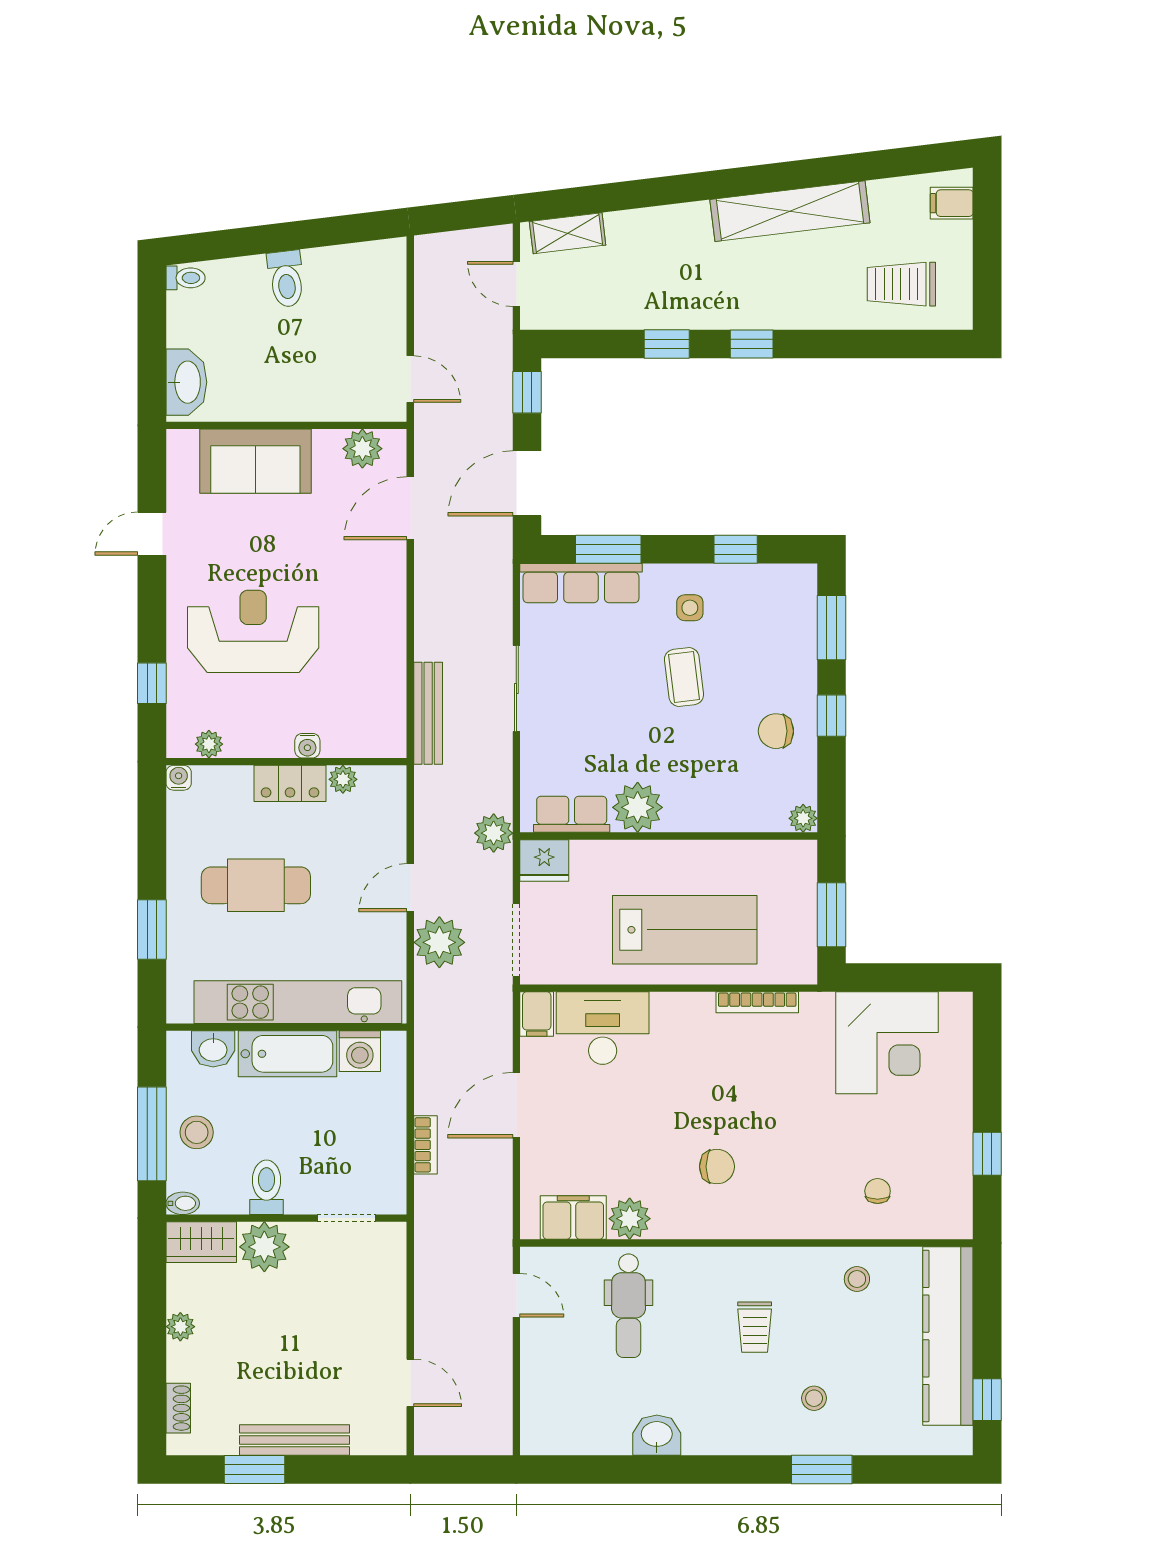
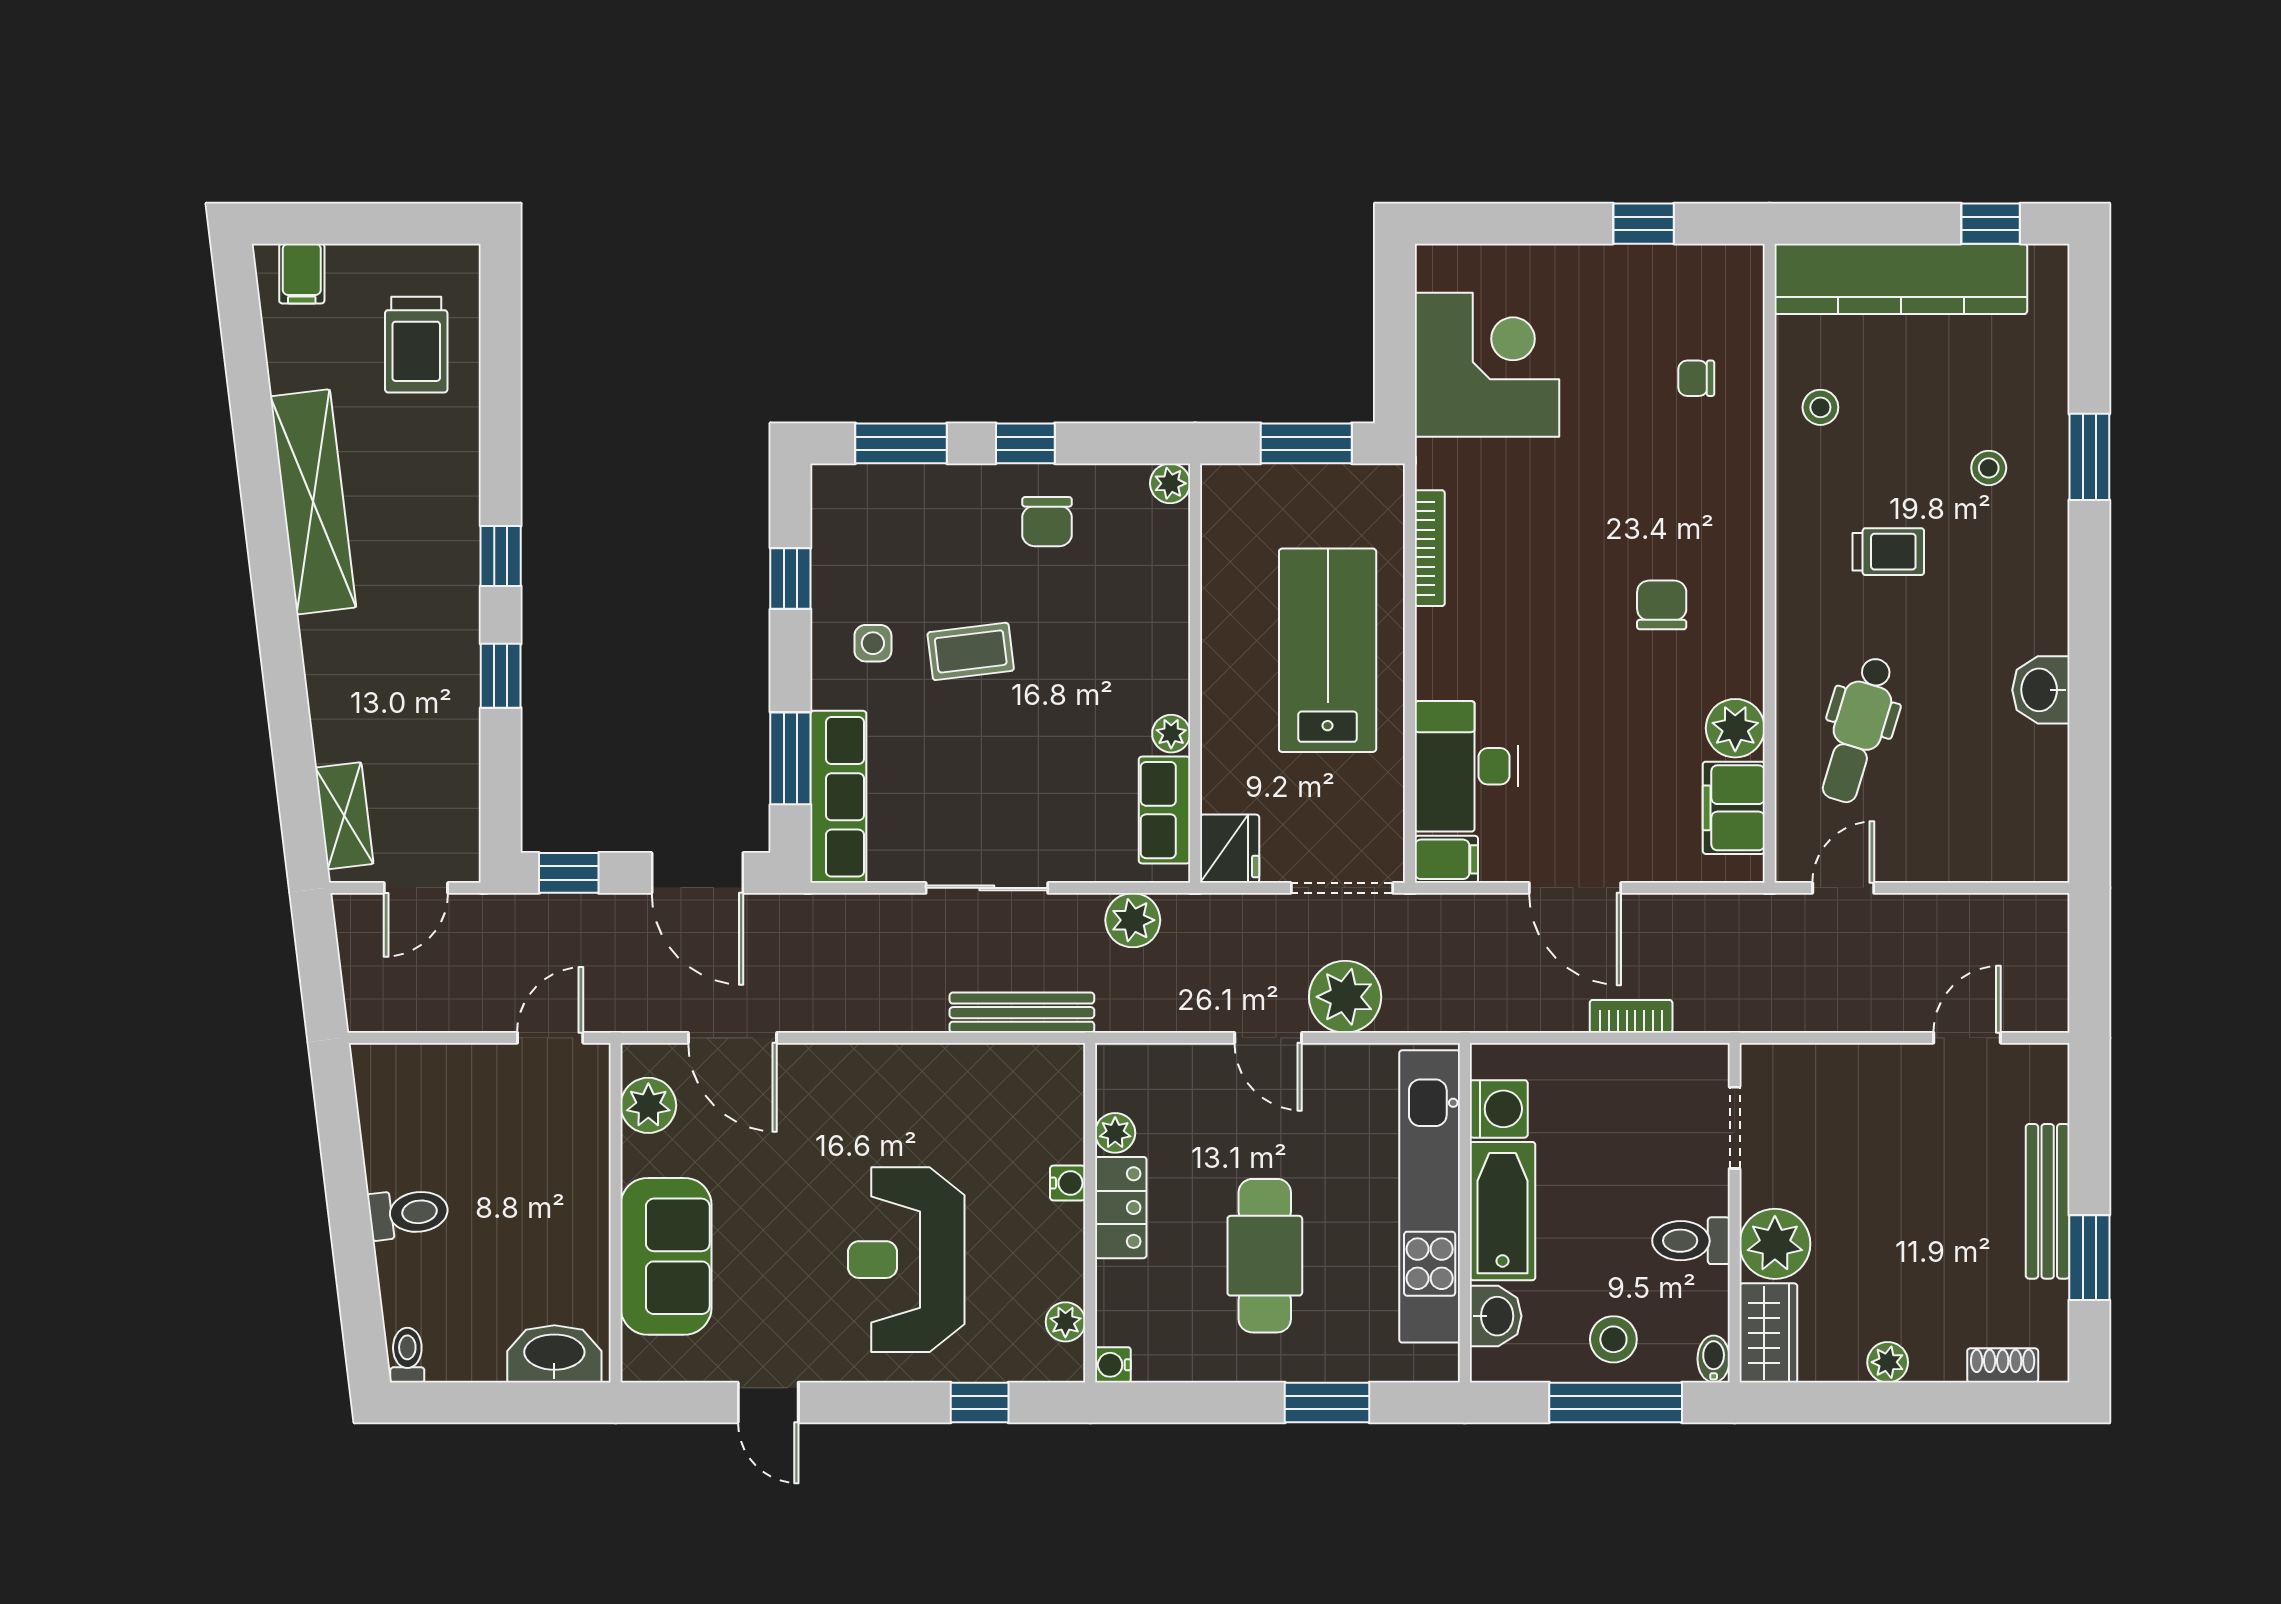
plant: (638, 807) -> (1171, 734), width x0.53, depth x0.53
plant: (494, 833) -> (1133, 920), moved
dental chair: (629, 1306) -> (1858, 730), turned 107

